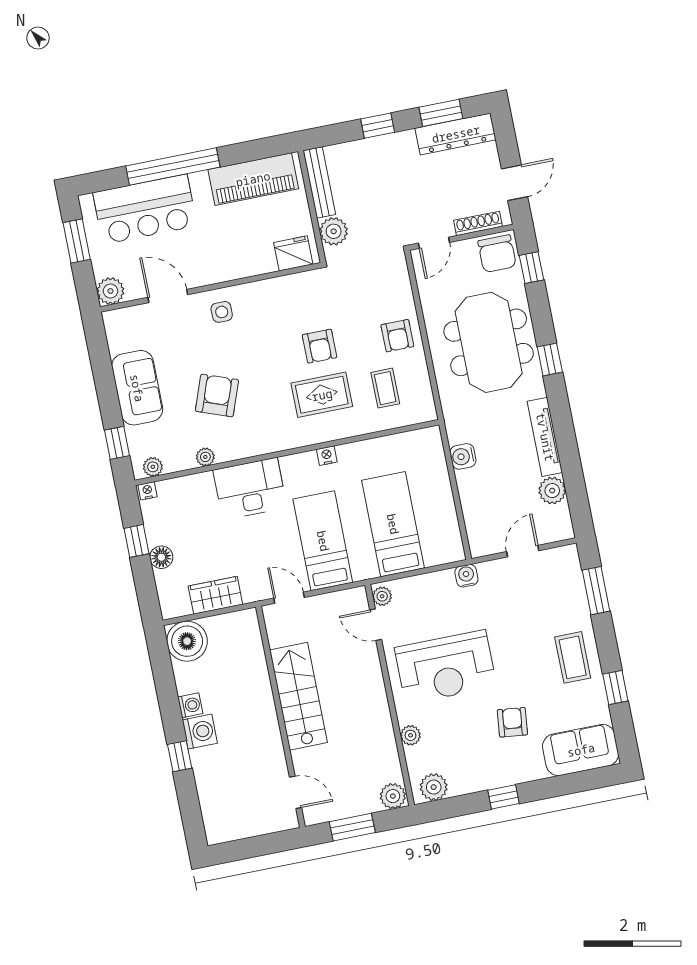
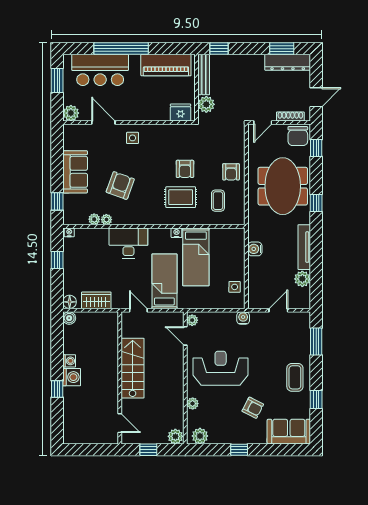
window: (378, 126) -> (219, 49), moved
plant: (153, 467) -> (94, 219), moved
bed: (393, 524) -> (196, 257), moved, turned 180
side table: (442, 527) -> (235, 287), added
floor lamp: (161, 557) -> (70, 302), moved
boiler: (187, 641) -> (69, 318), width x0.54, depth x0.54
reception desk: (445, 667) -> (221, 368), turned 180
armchair: (512, 722) -> (253, 408), turned 111
window: (352, 827) -> (148, 450), width x0.67

